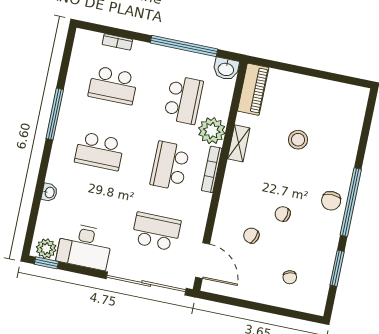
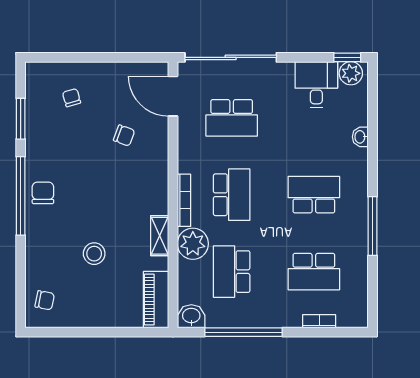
school desk: (113, 85) -> (314, 272), turned 180
chair: (283, 214) -> (45, 300), moved
desk: (85, 246) -> (316, 85), width x0.73

